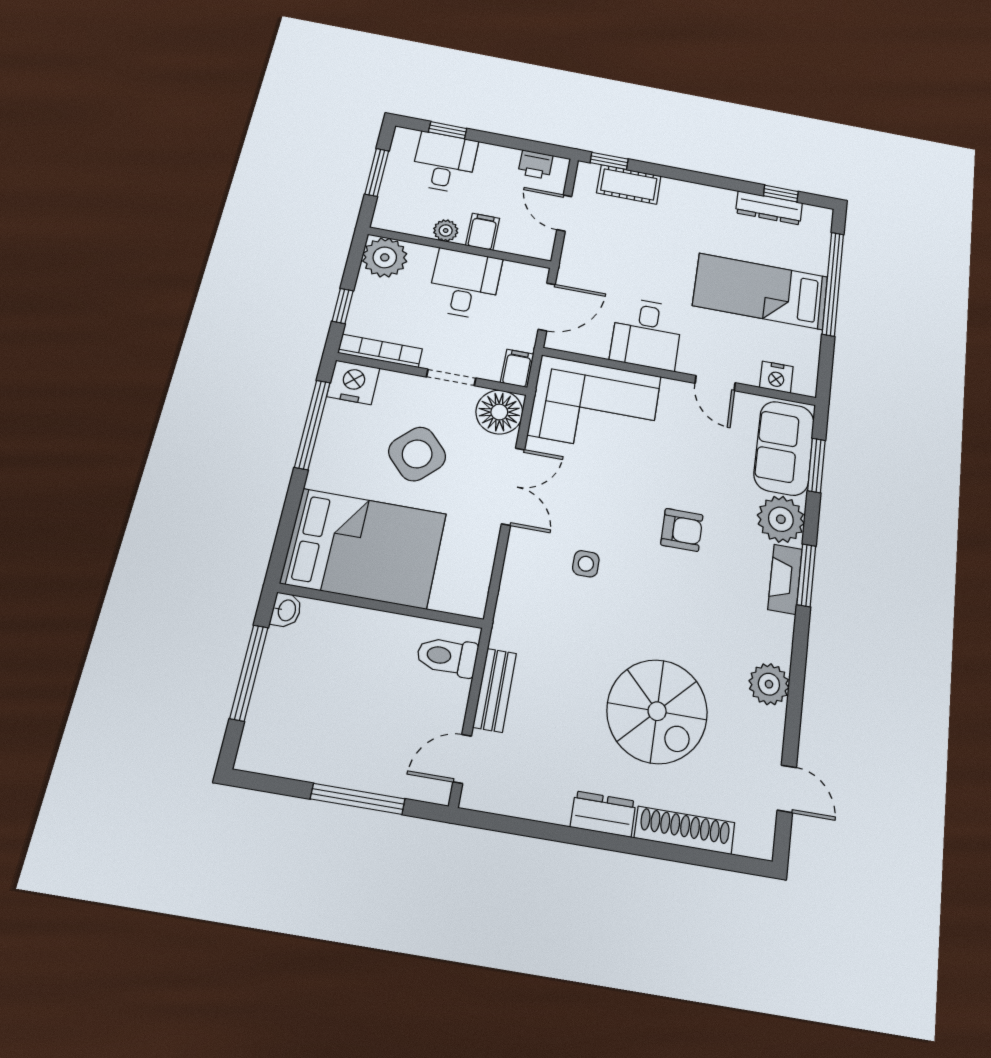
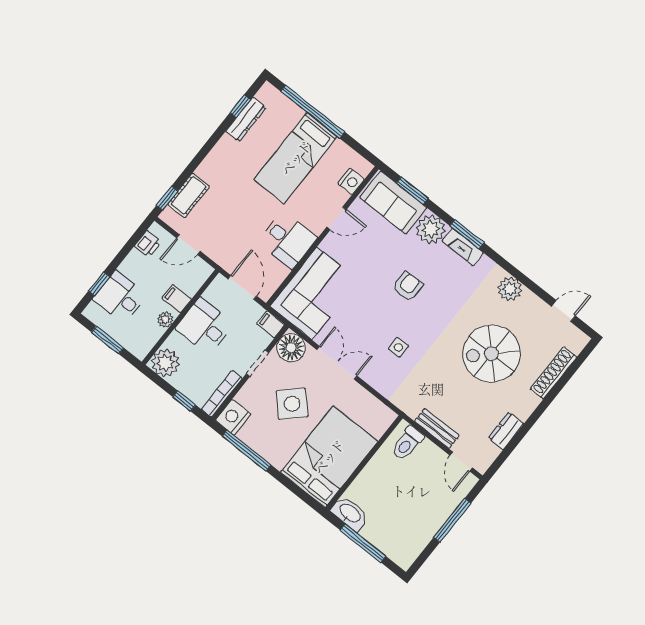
washbasin: (286, 610) -> (350, 514), width x1.91, depth x1.45
spiral stairs: (657, 711) -> (491, 354), turned 180
dresser: (603, 814) -> (506, 431), moved

